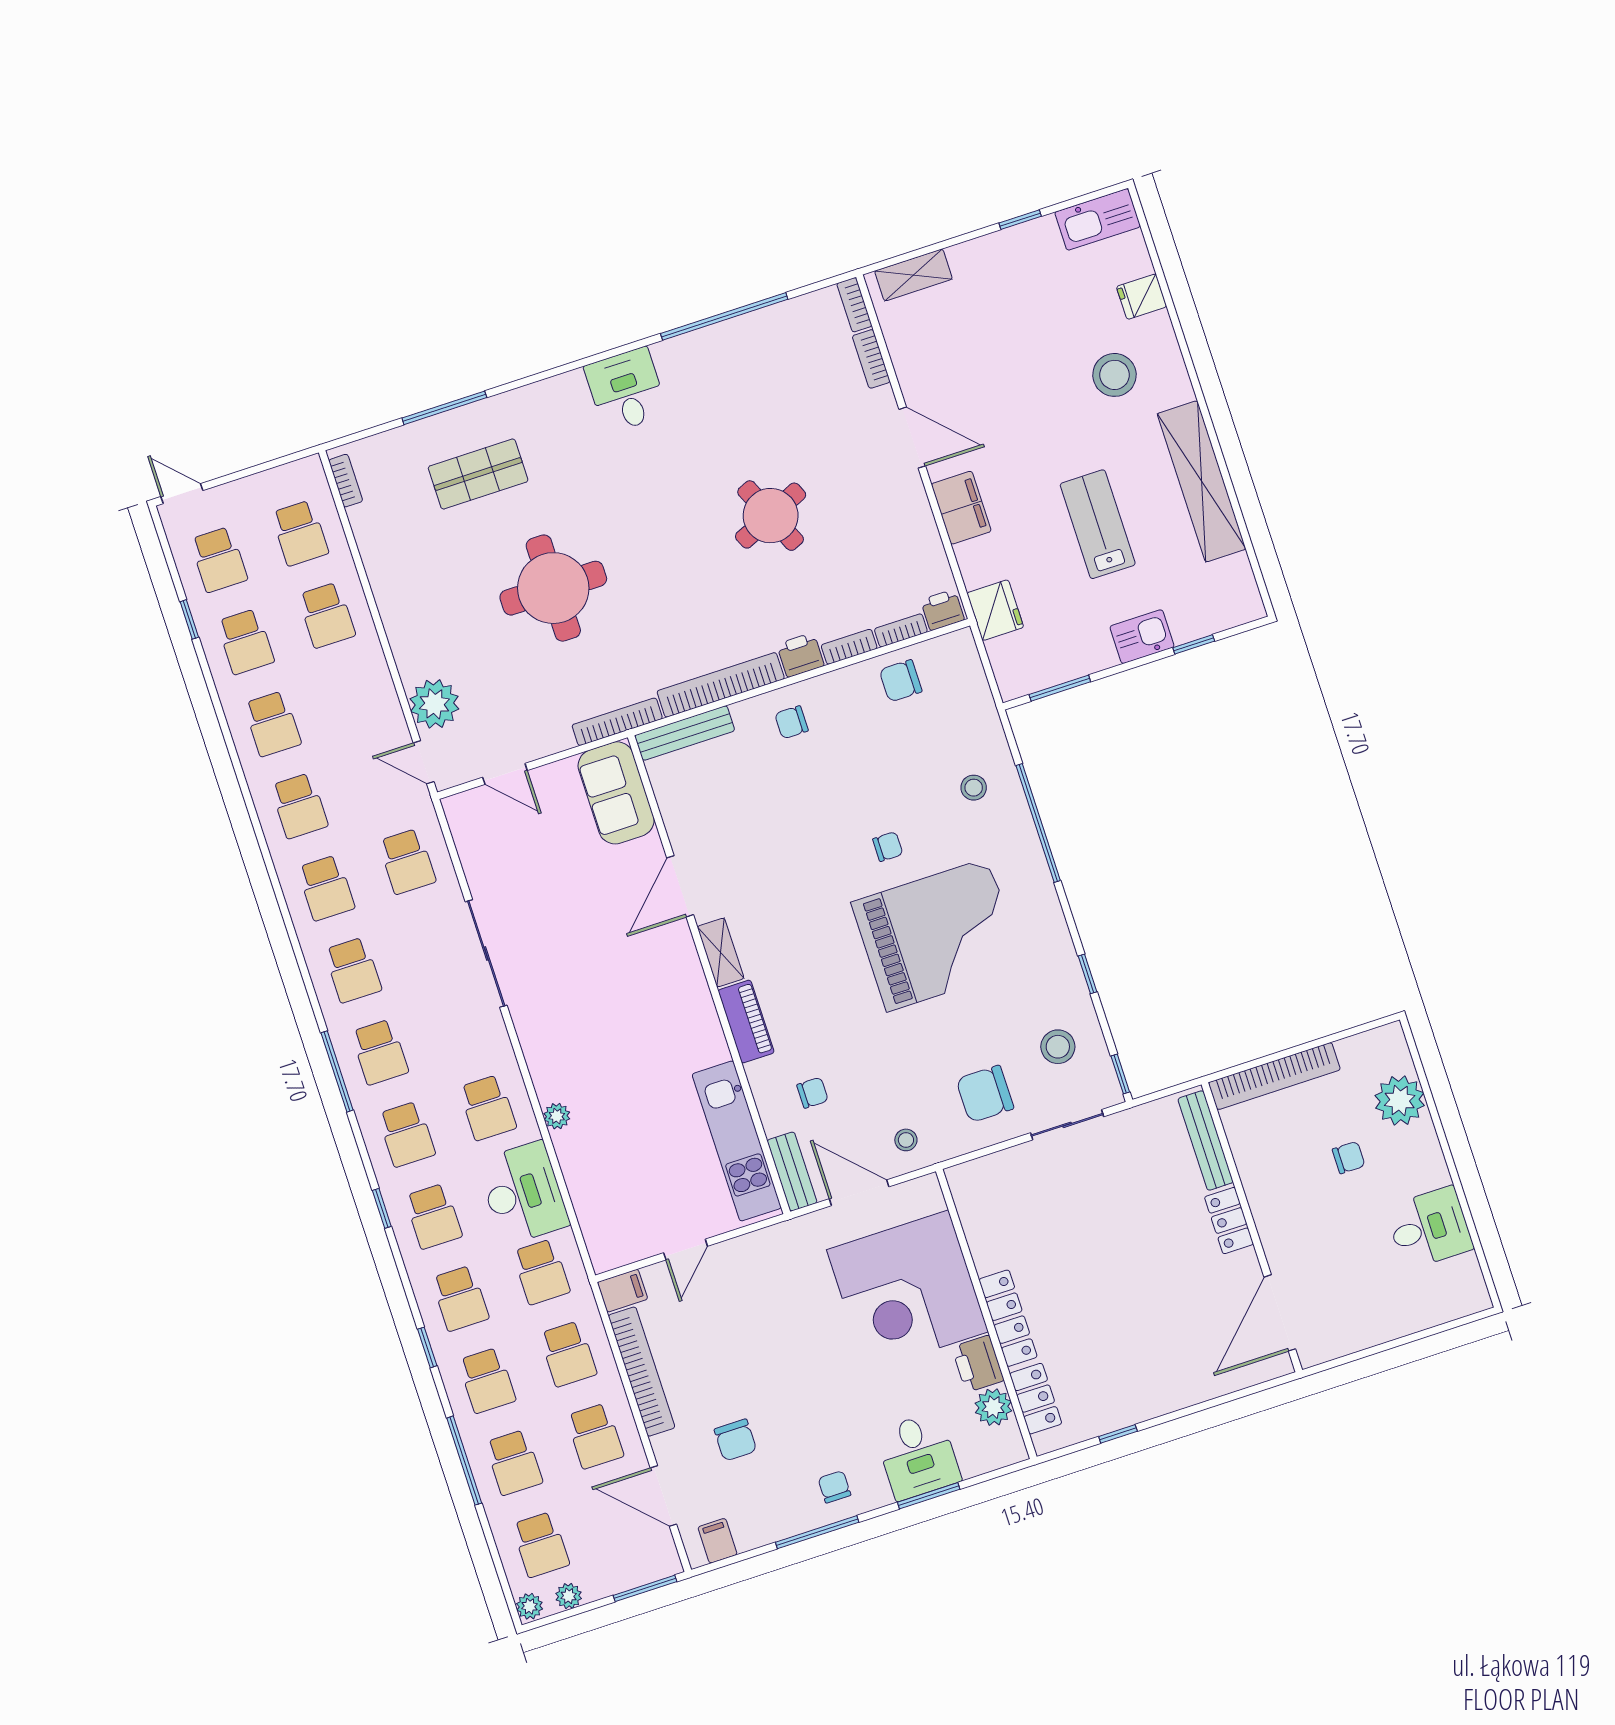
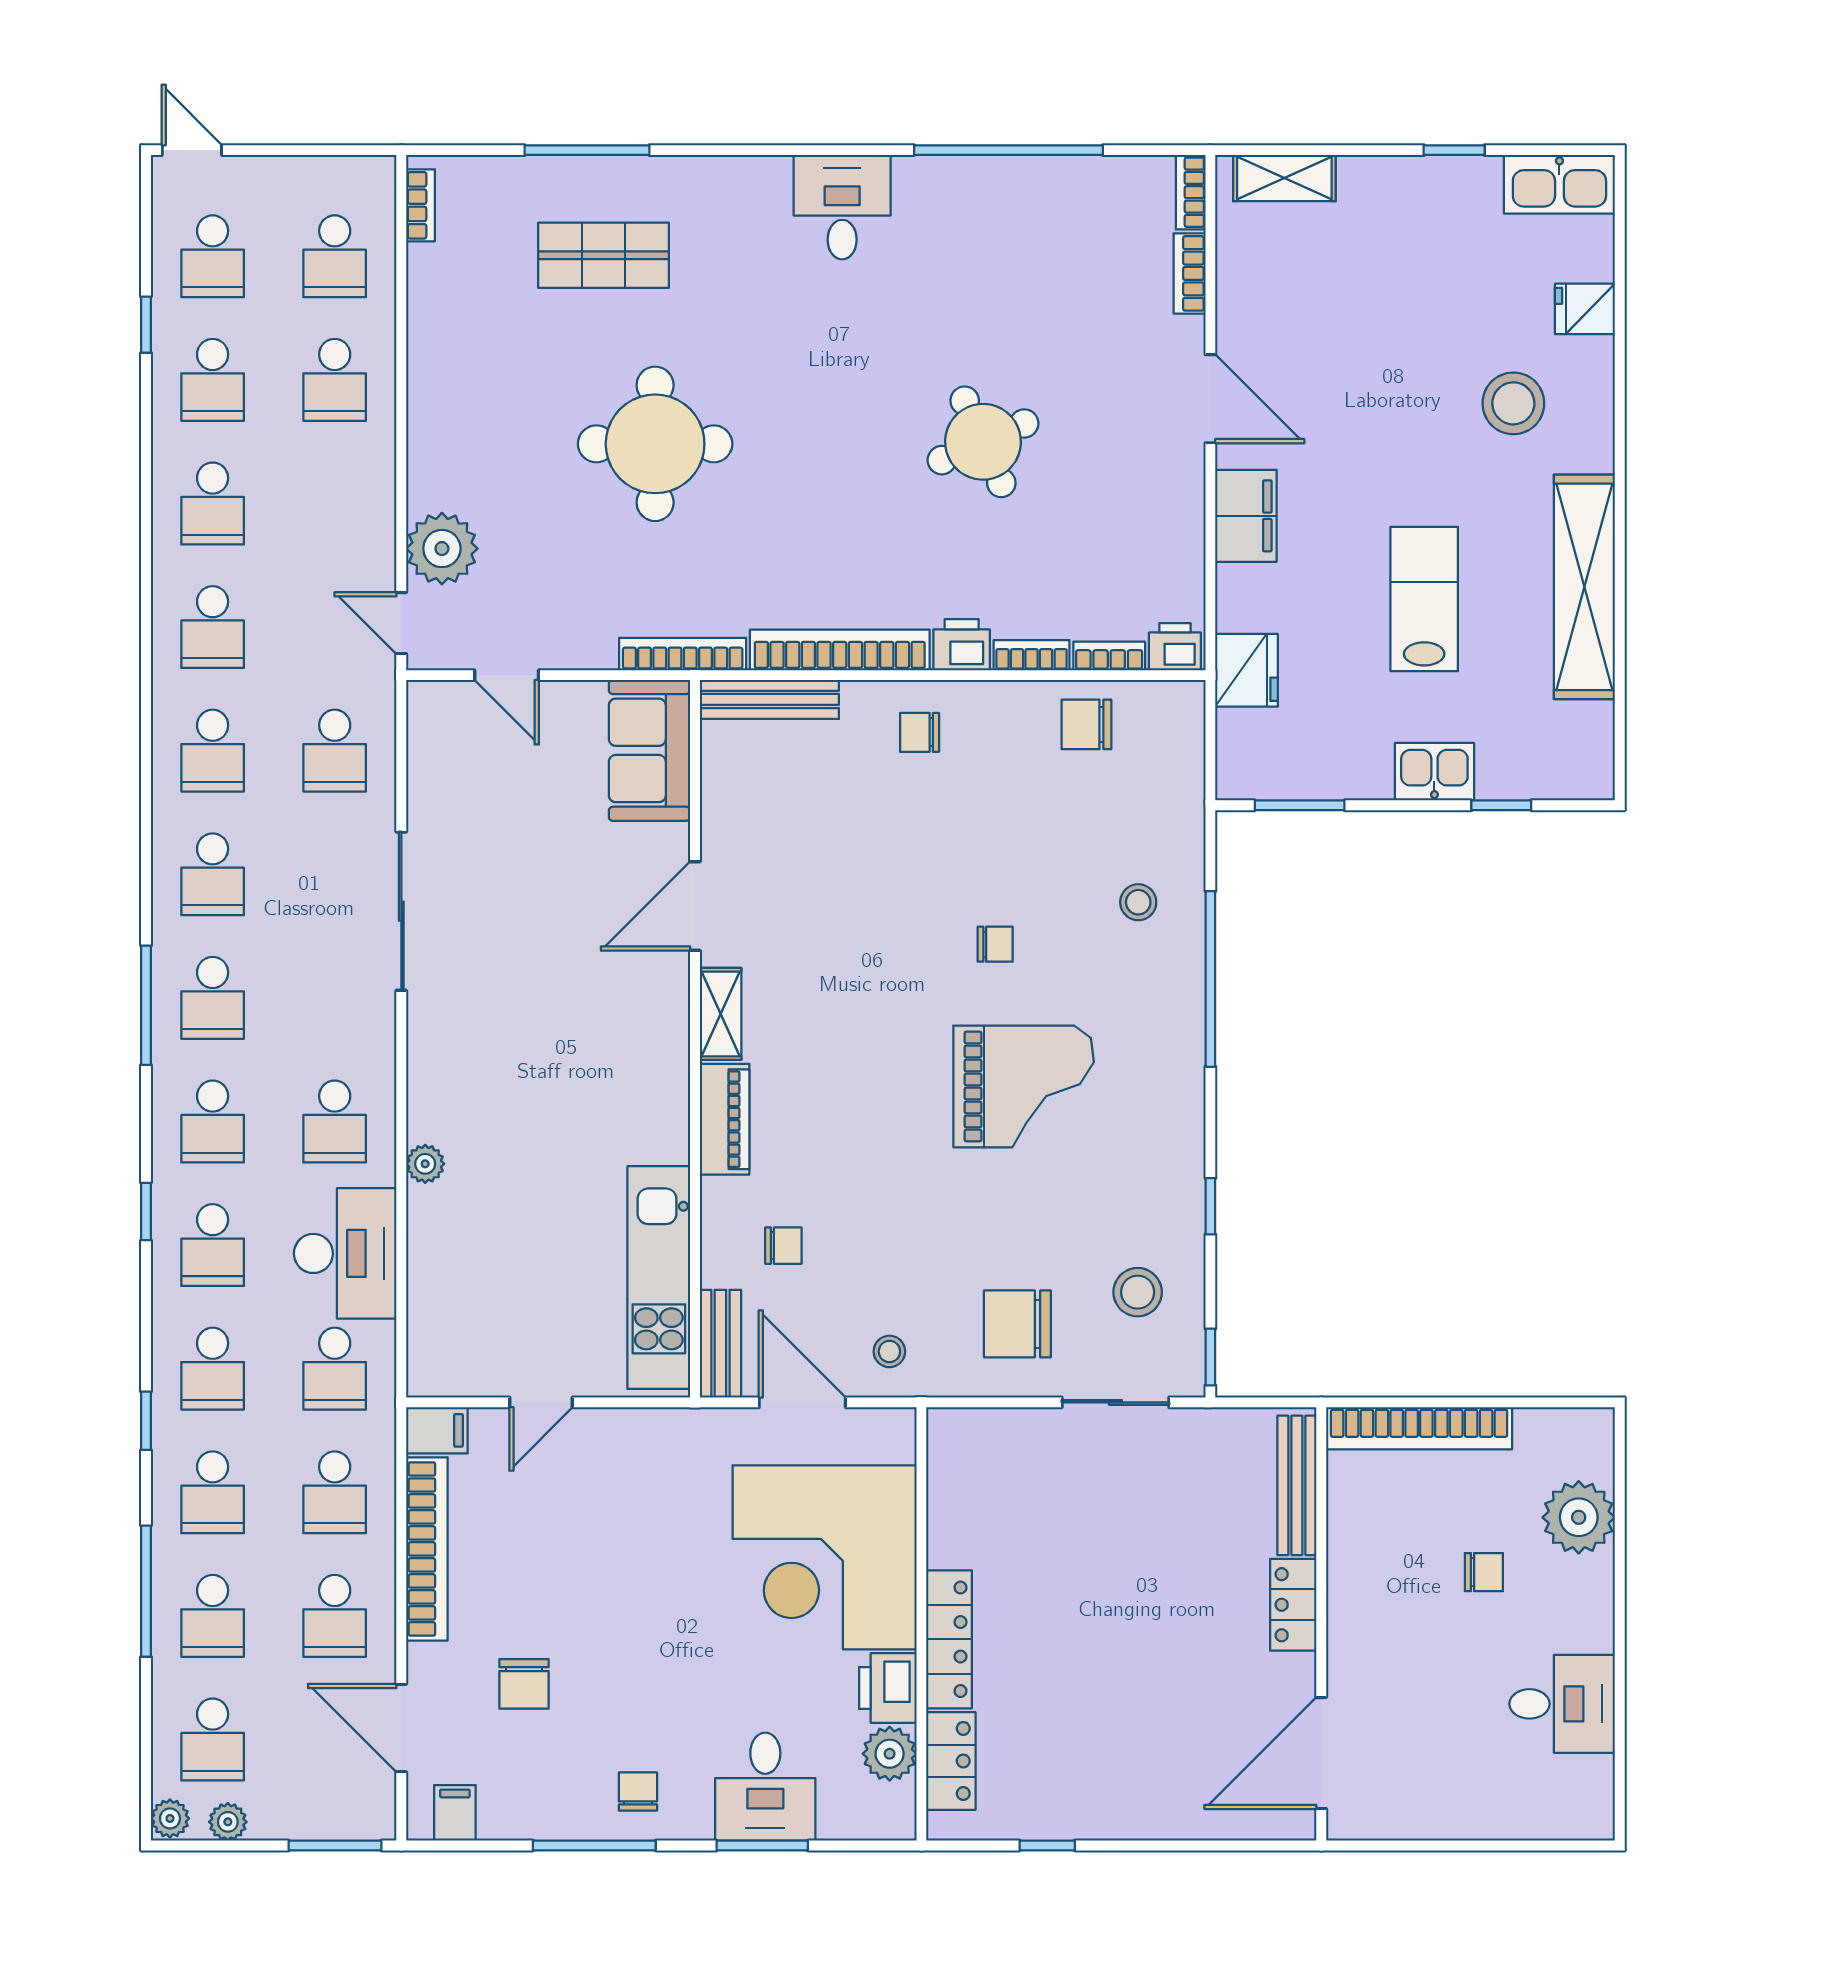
grand piano: (937, 935) -> (1024, 1086), width x0.73, depth x0.68

